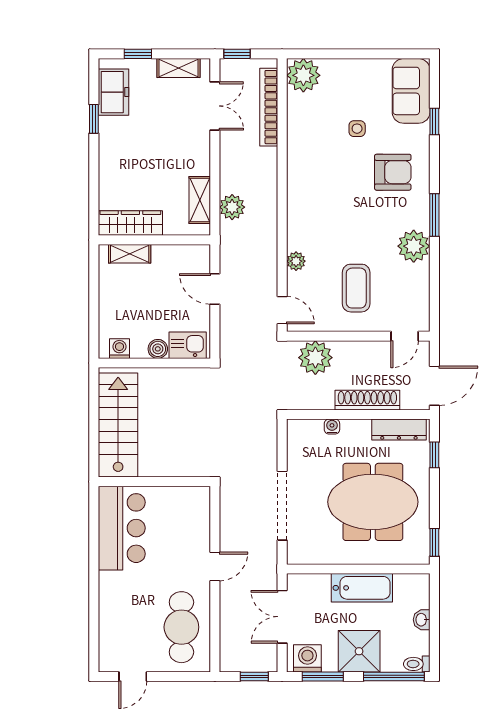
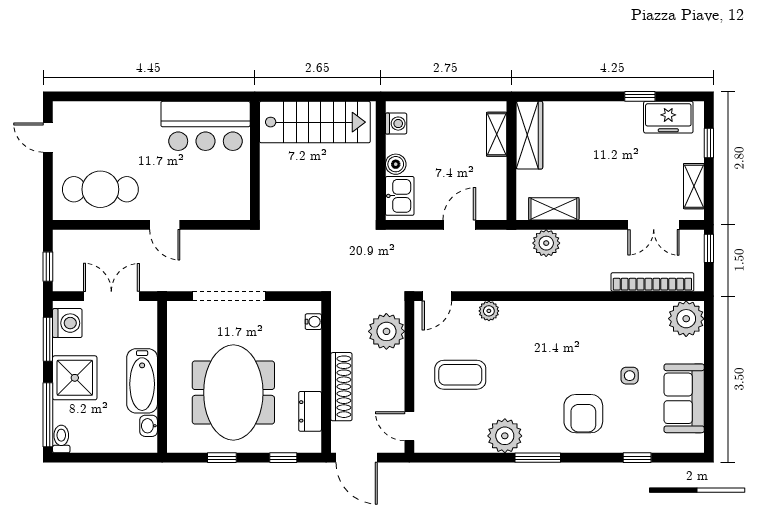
sofa: (411, 91) -> (684, 398), moved, turned -90
water cooler: (332, 427) -> (313, 322), moved
dresser: (399, 430) -> (310, 411), width x0.70
window: (434, 542) -> (222, 458), moved
washbasin: (422, 620) -> (149, 426), moved, turned -90

